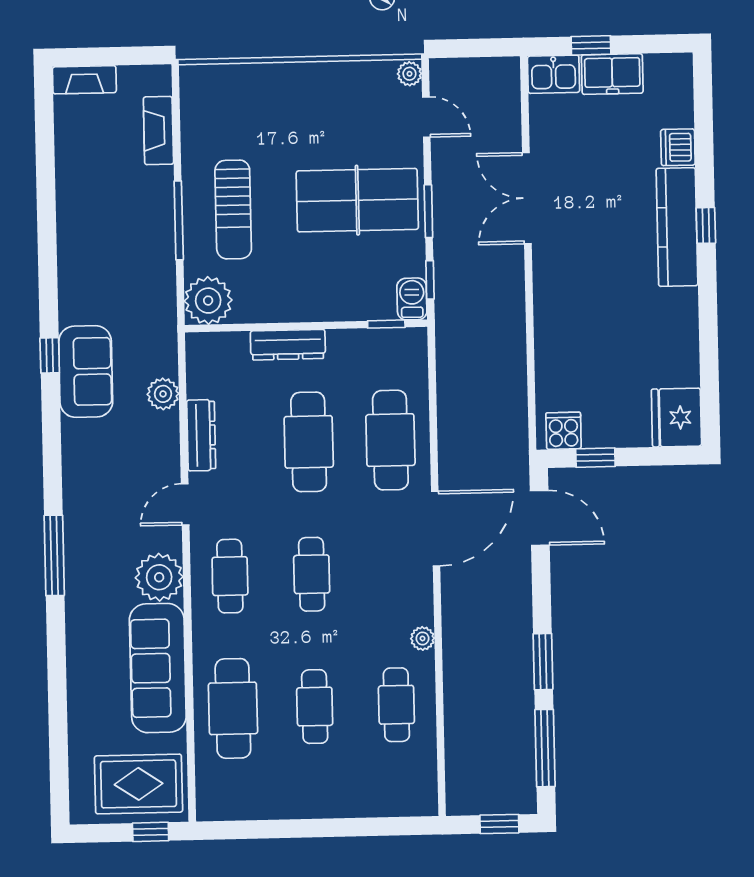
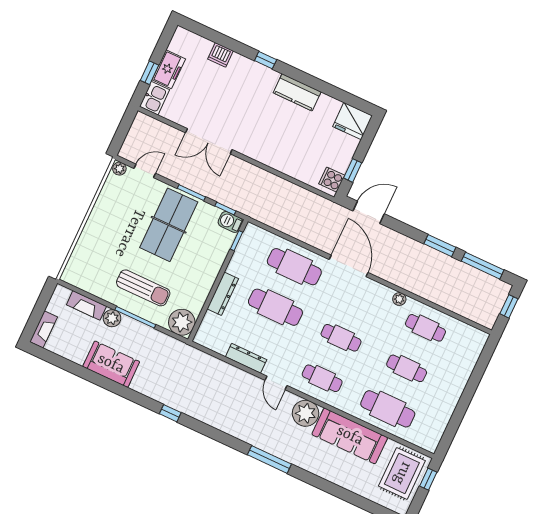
kitchen counter: (677, 227) -> (297, 92), moved, width x0.67
sofa: (86, 372) -> (111, 364), moved
plant: (163, 394) -> (112, 318), moved

